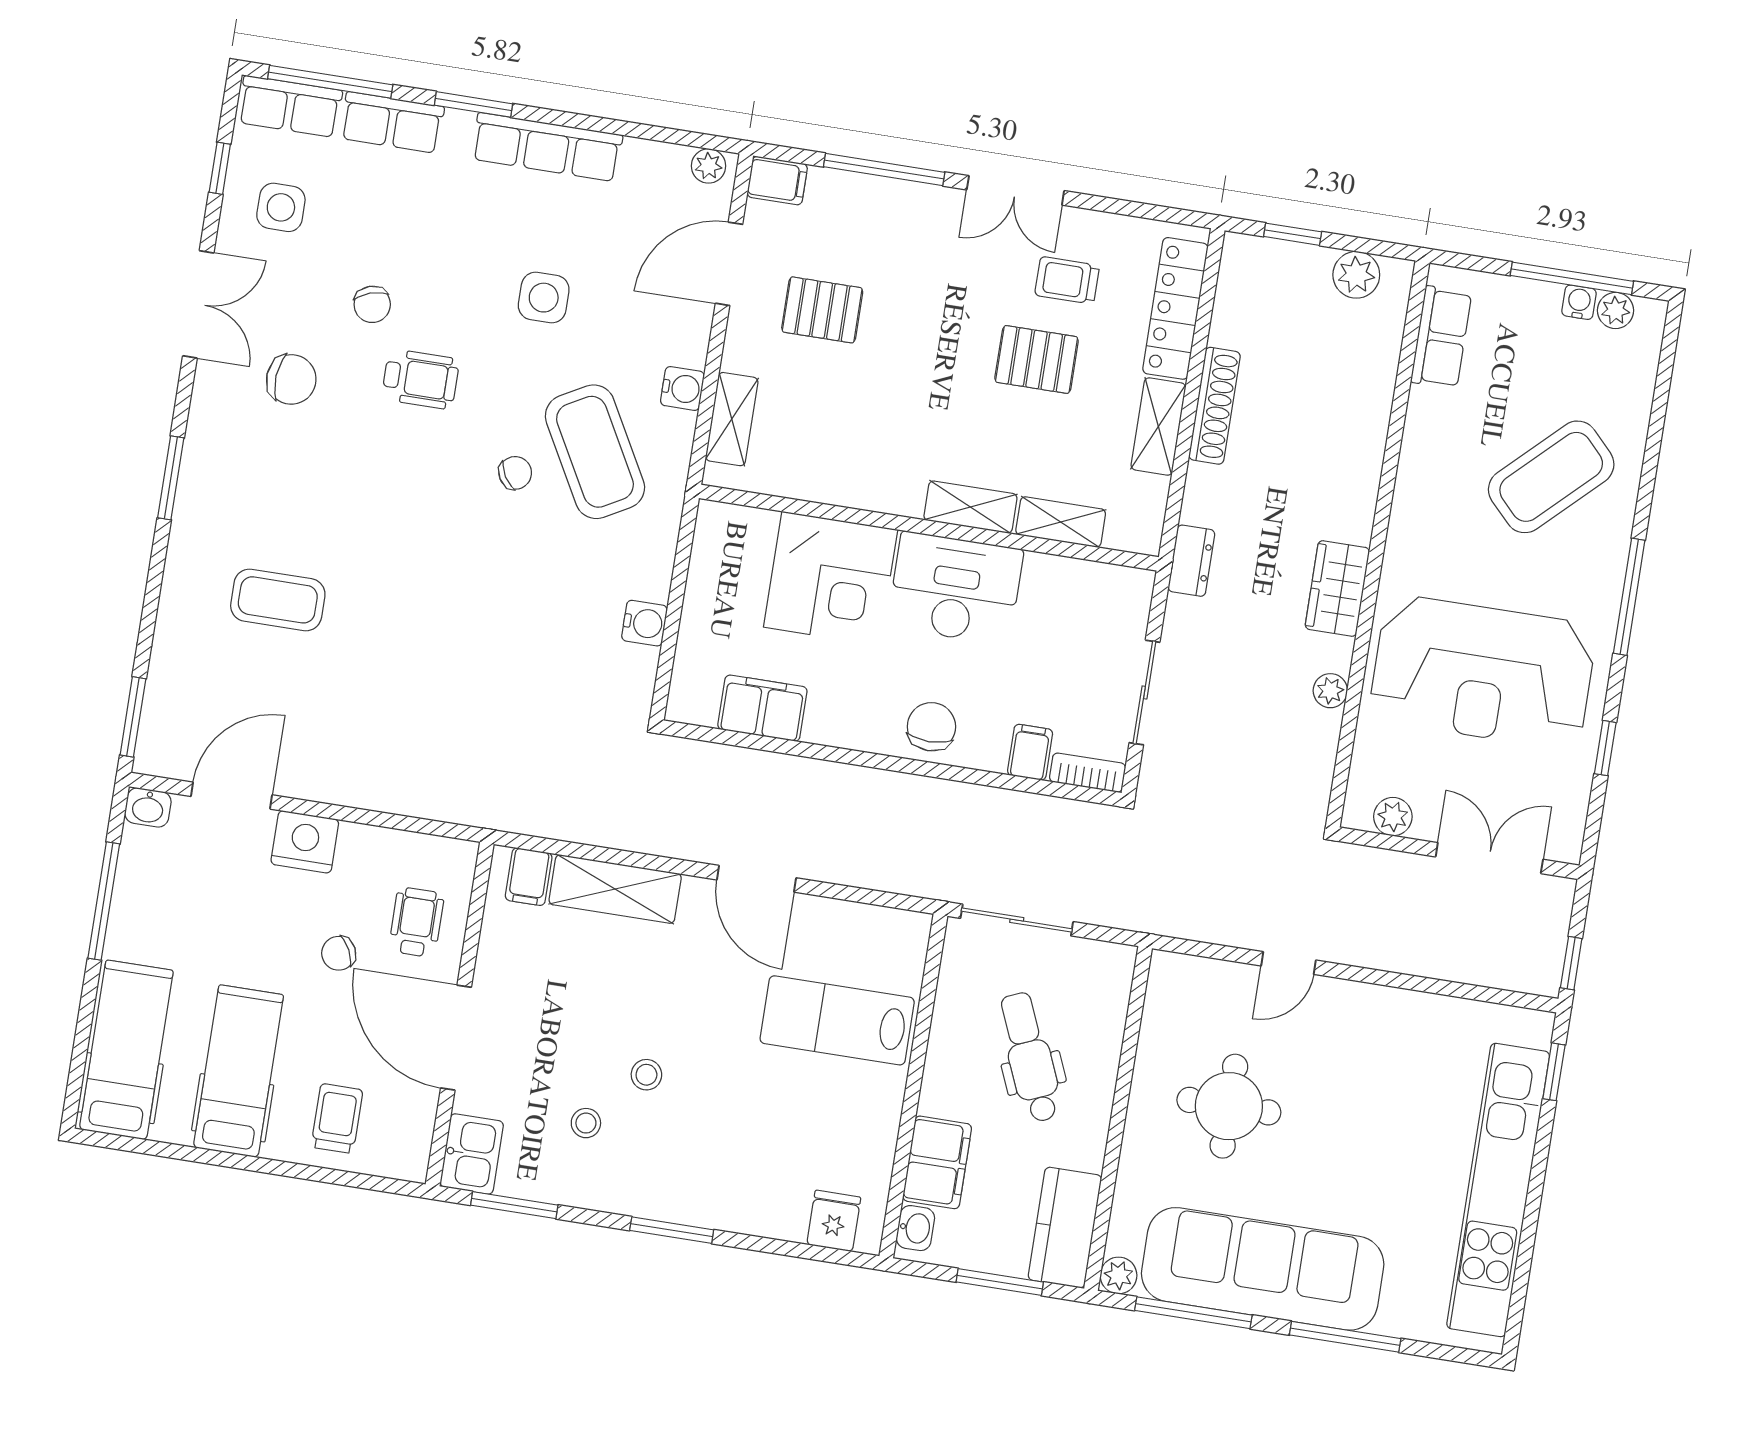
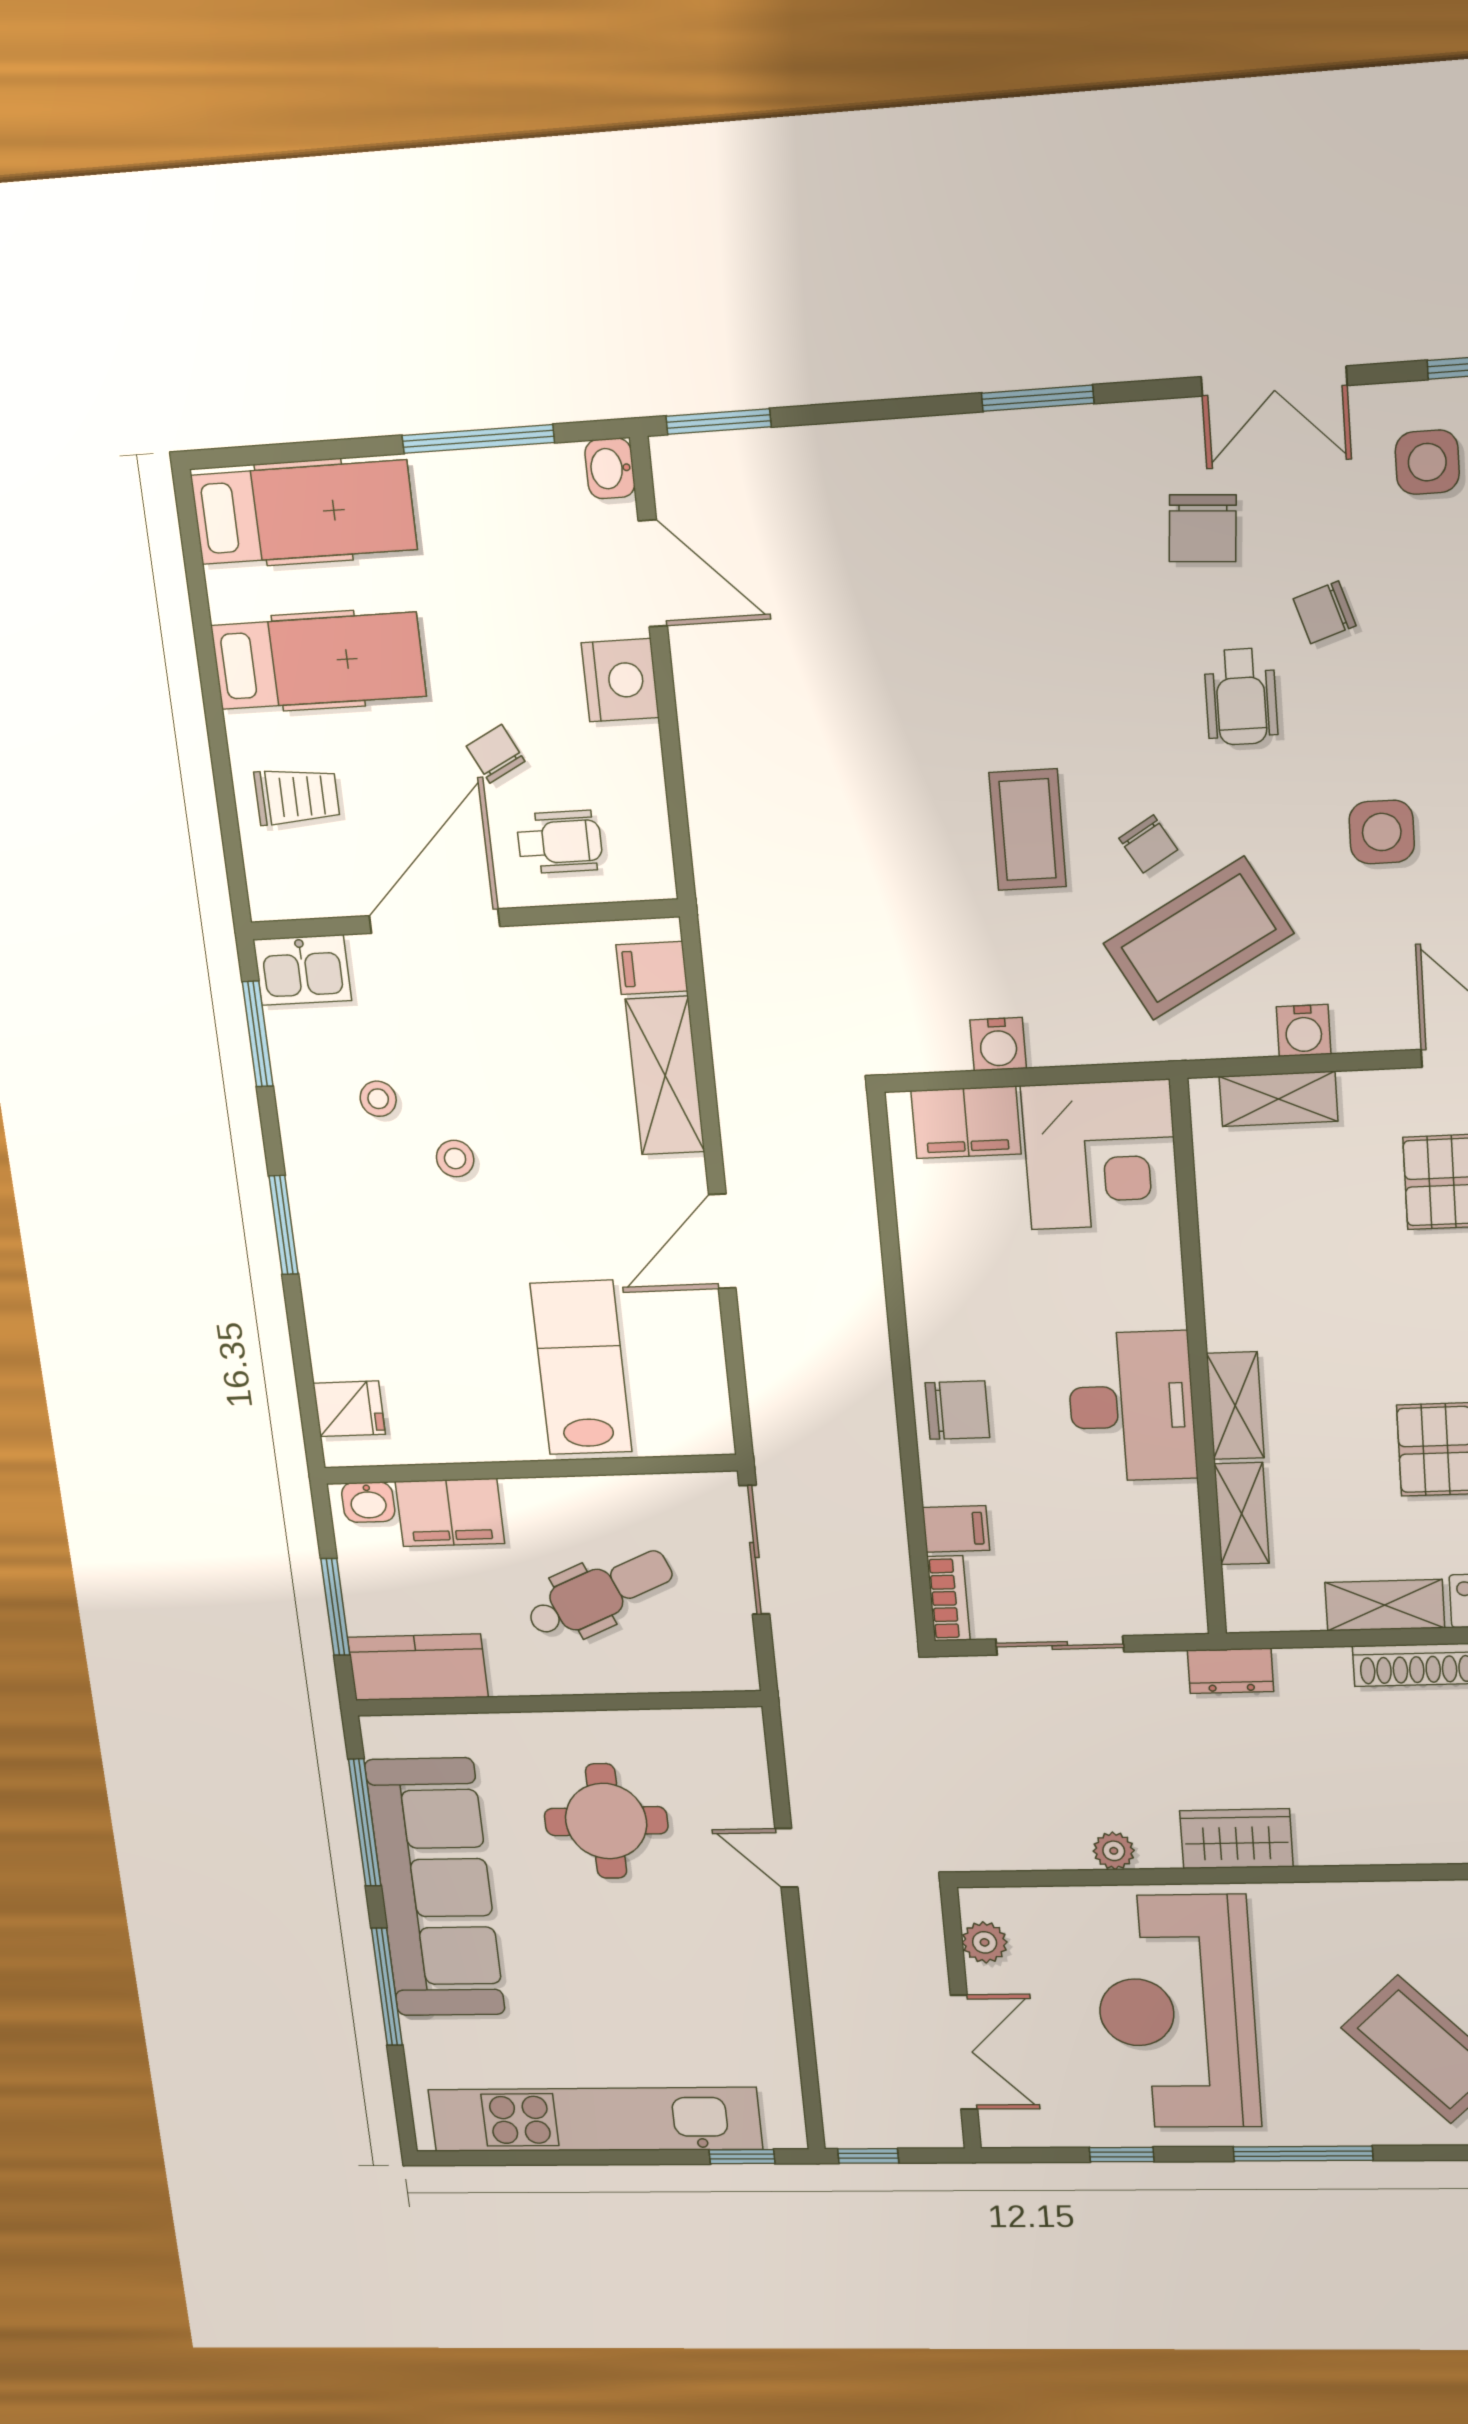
corner desk: (831, 578) -> (1100, 1155), moved, turned -90
coffee table: (278, 600) -> (1028, 830), moved
filing cabinet: (762, 708) -> (966, 1122), moved, turned 90
plant: (1119, 1275) -> (382, 1735), removed

